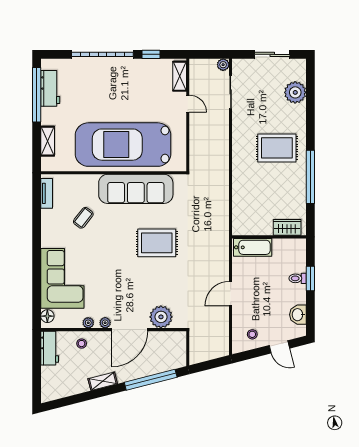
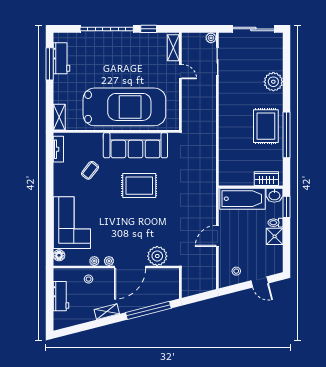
sliding door: (272, 54) -> (253, 29), width x1.37
plant: (295, 92) -> (273, 82), moved
window: (37, 95) -> (50, 64), width x0.68
shelving: (48, 141) -> (59, 117), moved
car: (123, 145) -> (124, 107), turned 180
rug: (277, 148) -> (266, 126), moved, turned 90
rug: (157, 243) -> (139, 186), moved
bathtub: (253, 247) -> (243, 199), width x1.36, depth x1.36
window: (310, 279) -> (287, 207), moved
shower: (297, 294) -> (275, 236), added
washbasin: (298, 315) -> (274, 195), moved, turned -90
workbench: (50, 348) -> (61, 296), moved

